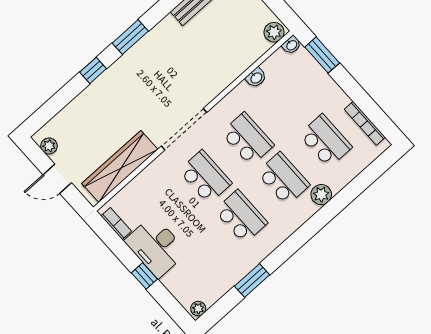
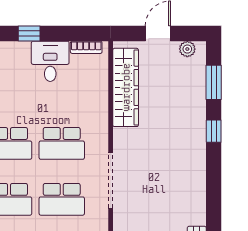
window: (130, 37) -> (214, 82), moved
doorway: (184, 129) -> (111, 180), moved
desk: (156, 246) -> (50, 61), width x0.73

